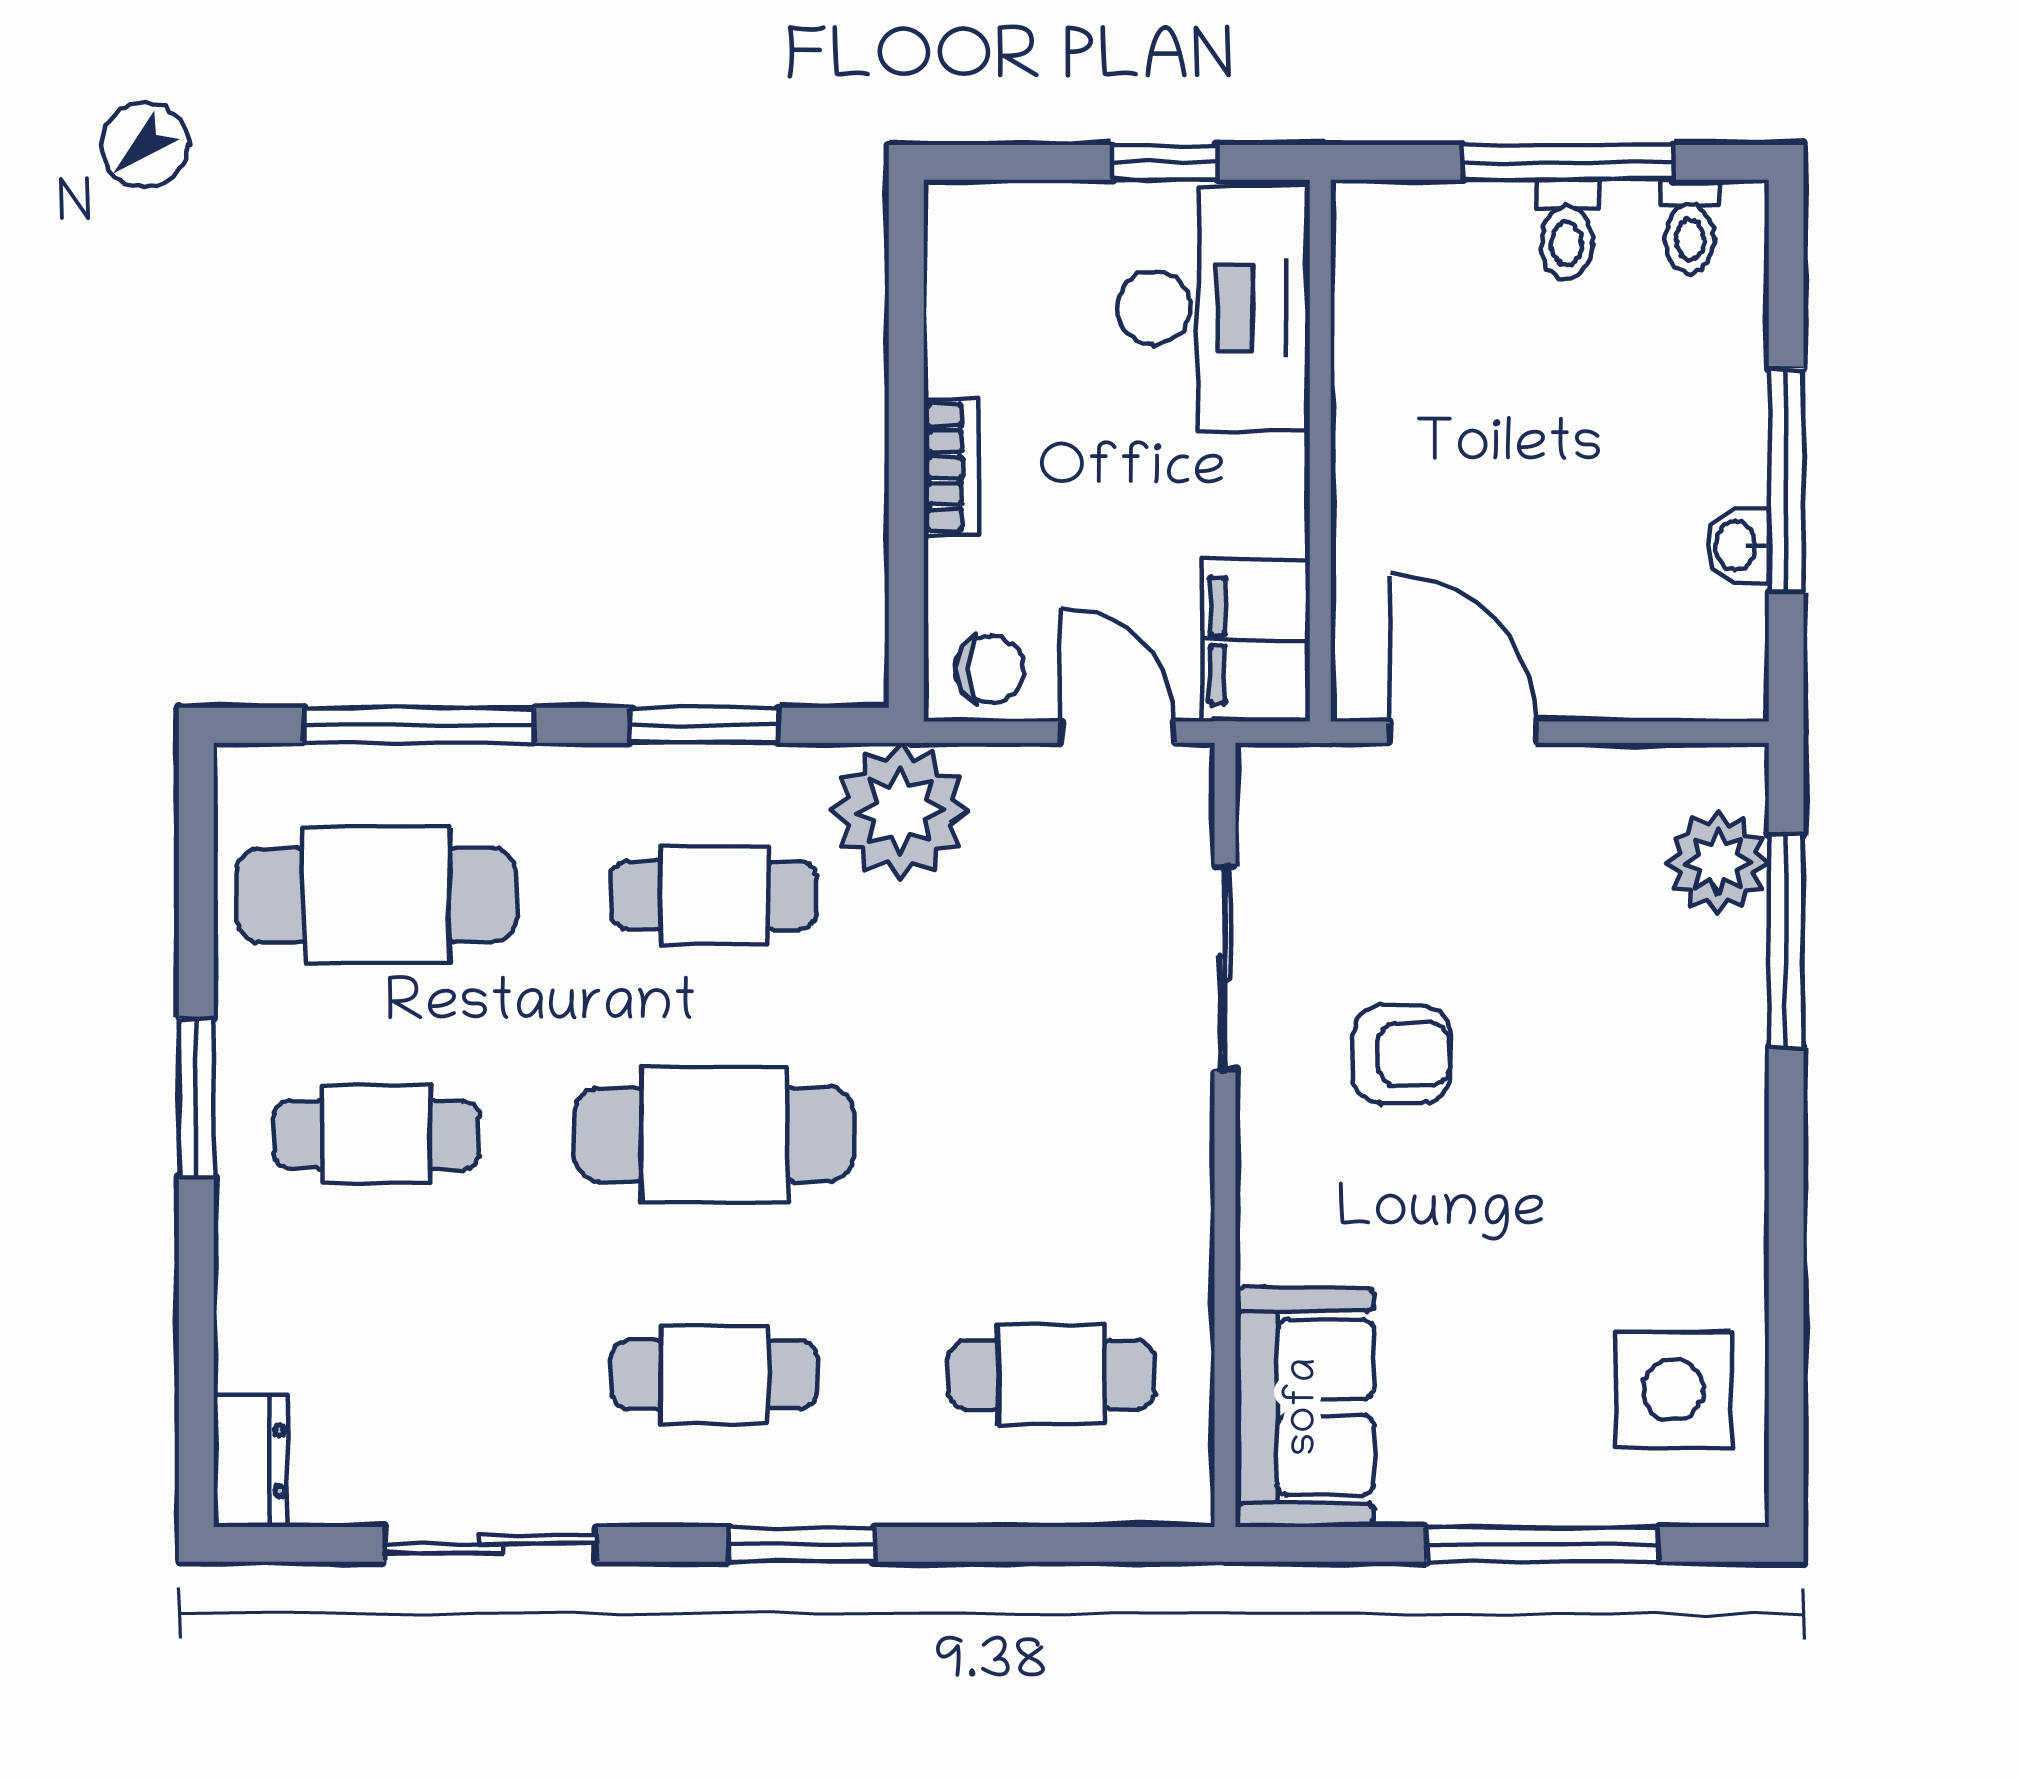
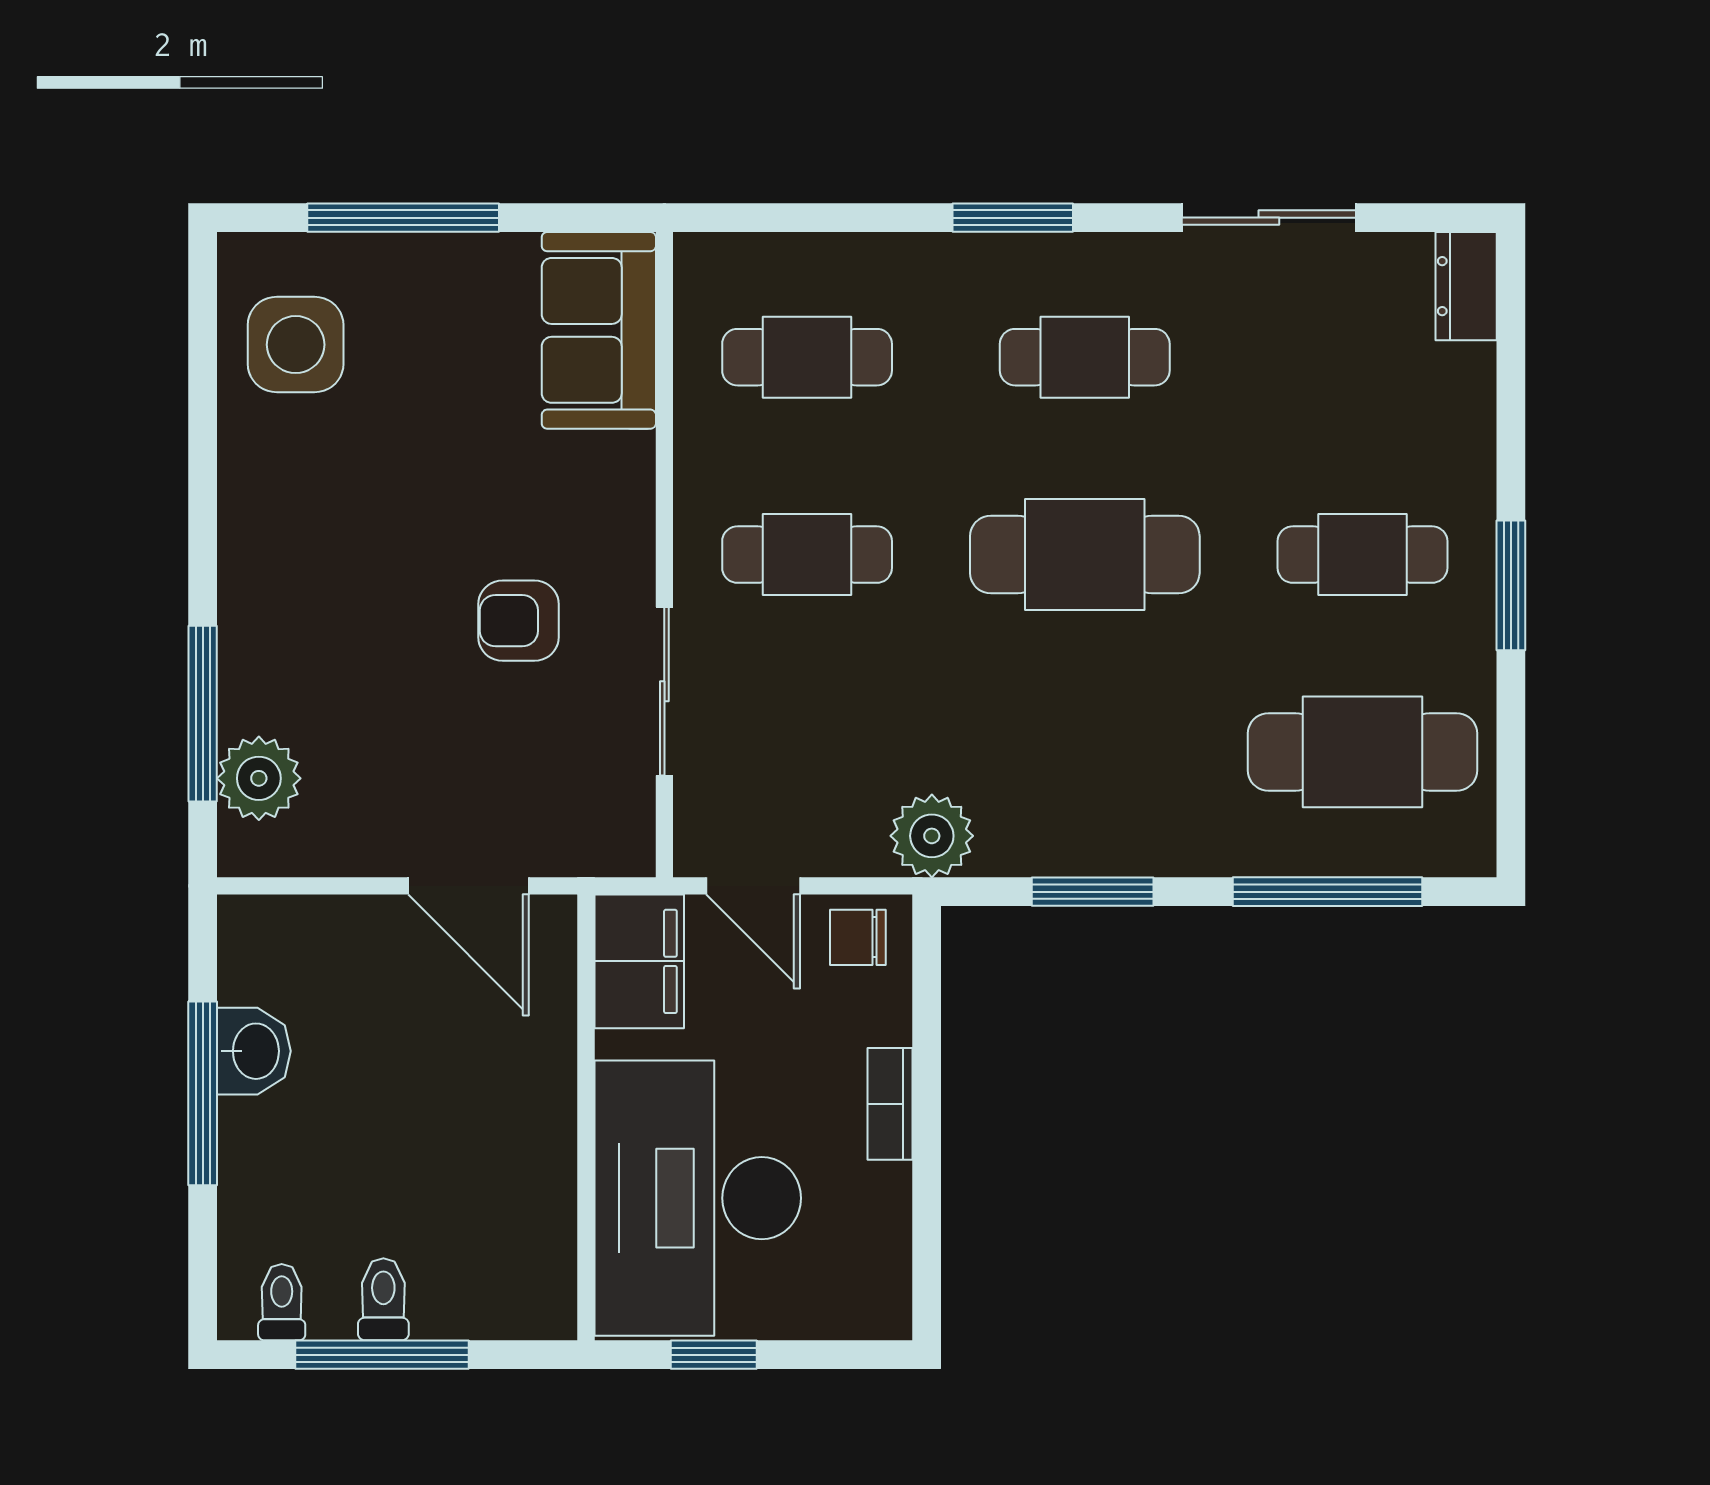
desk: (1213, 308) -> (698, 1198), width x1.36, depth x1.30
washbasin: (1738, 546) -> (254, 1051), width x1.38, depth x1.45
plant: (900, 811) -> (932, 836), width x0.73, depth x0.73
cafe table: (714, 895) -> (807, 555), moved

